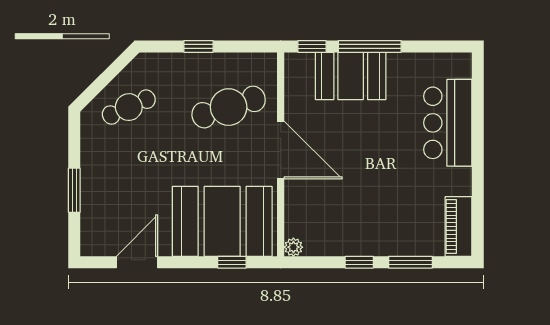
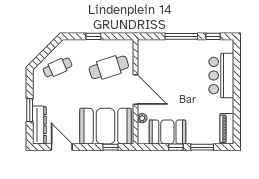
window: (312, 46) -> (213, 36), moved
booth: (351, 76) -> (167, 132), moved
dresser: (93, 219) -> (39, 125), added
plant: (293, 247) -> (142, 118), moved
door: (137, 262) -> (62, 147), hinge flipped

